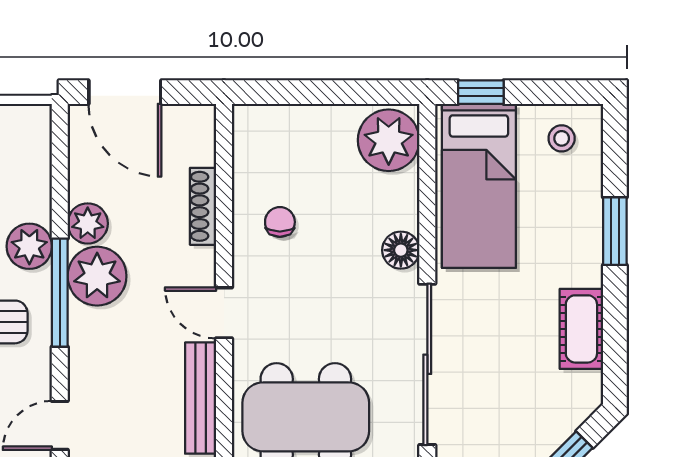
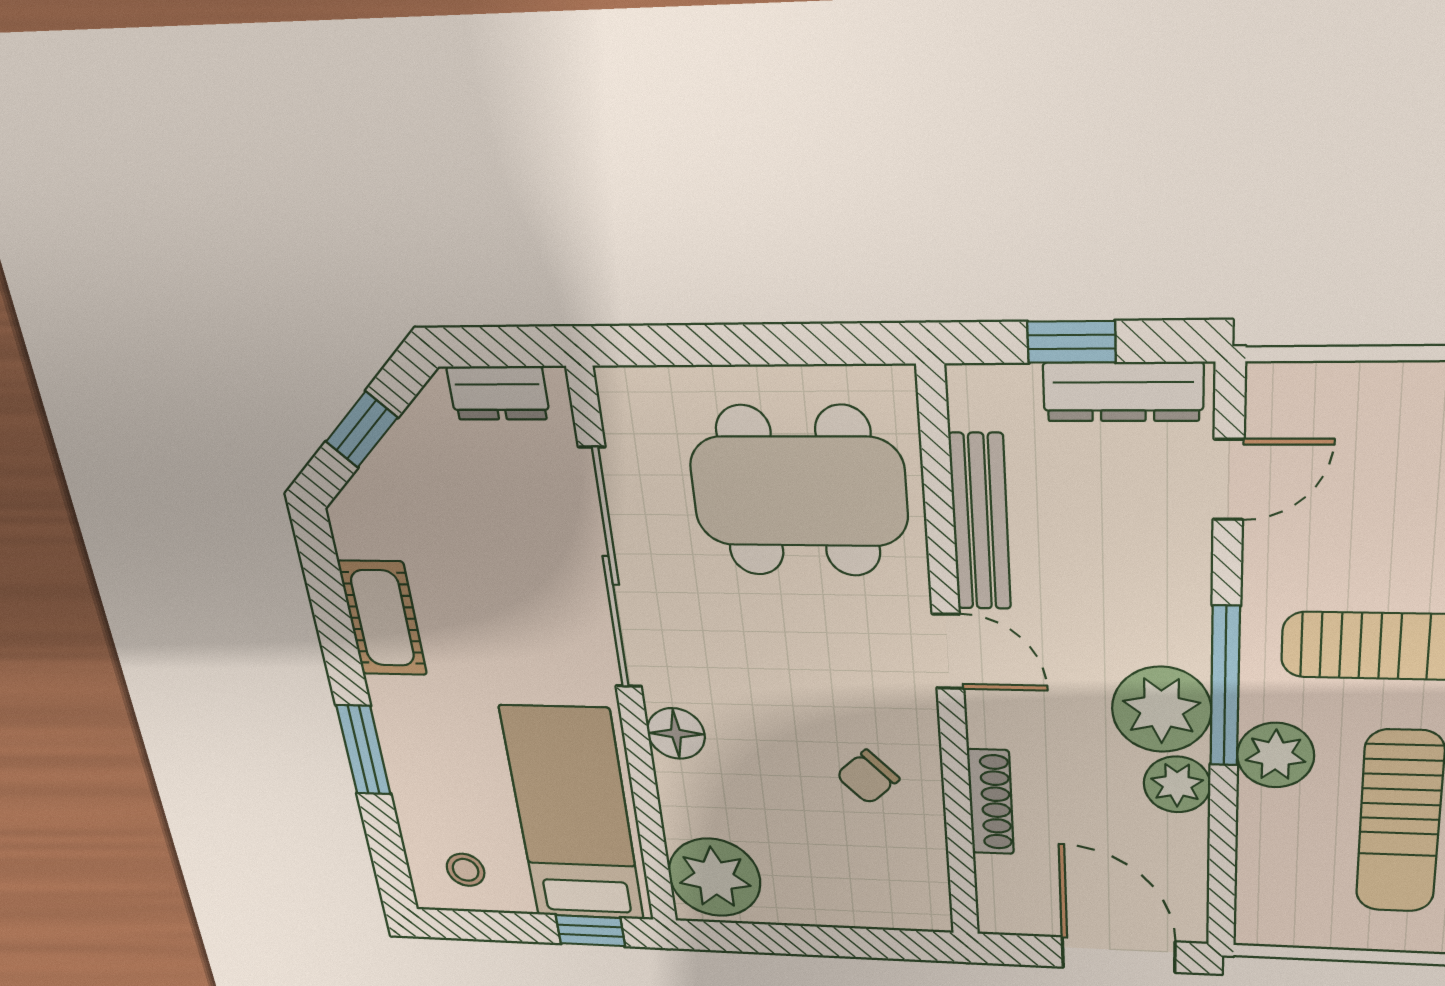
chair: (280, 222) -> (868, 777), turned 47

